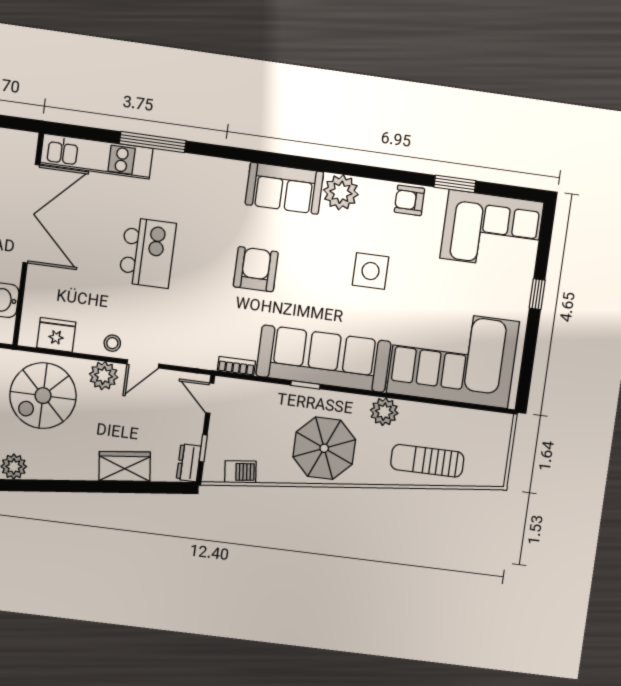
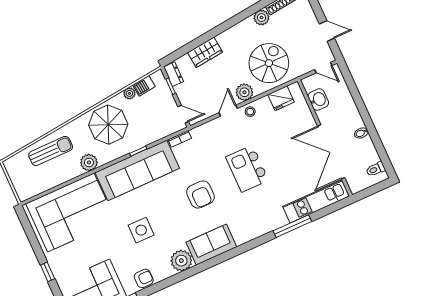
kitchen island: (147, 253) -> (247, 169), moved
plant: (267, 474) -> (129, 93), added

